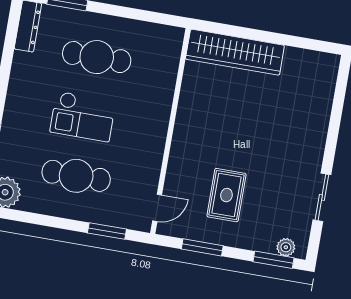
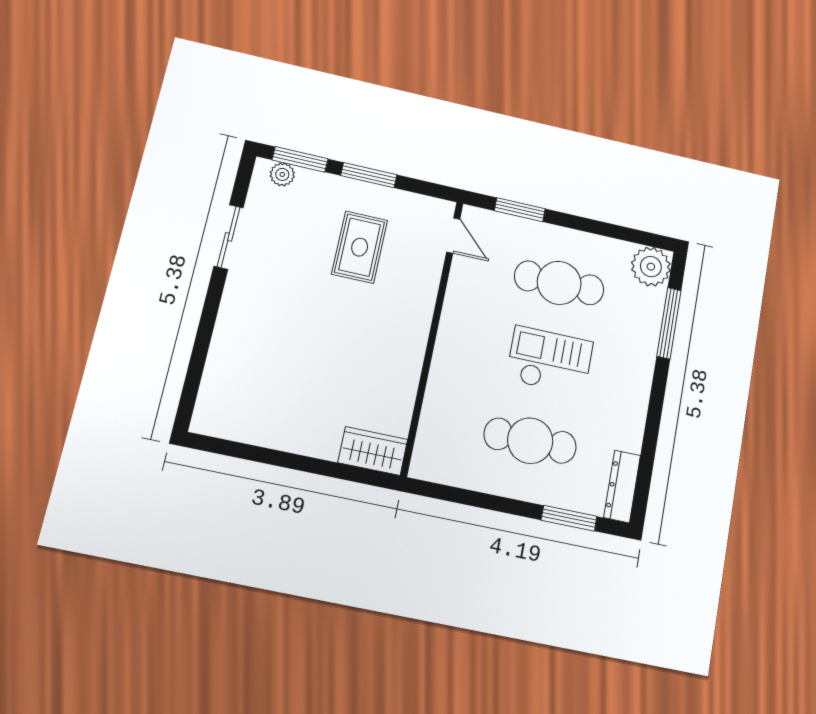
wardrobe: (235, 52) -> (373, 451), width x0.48, depth x0.85
door: (157, 208) -> (453, 236), swing flipped
window: (202, 247) -> (369, 175), moved

